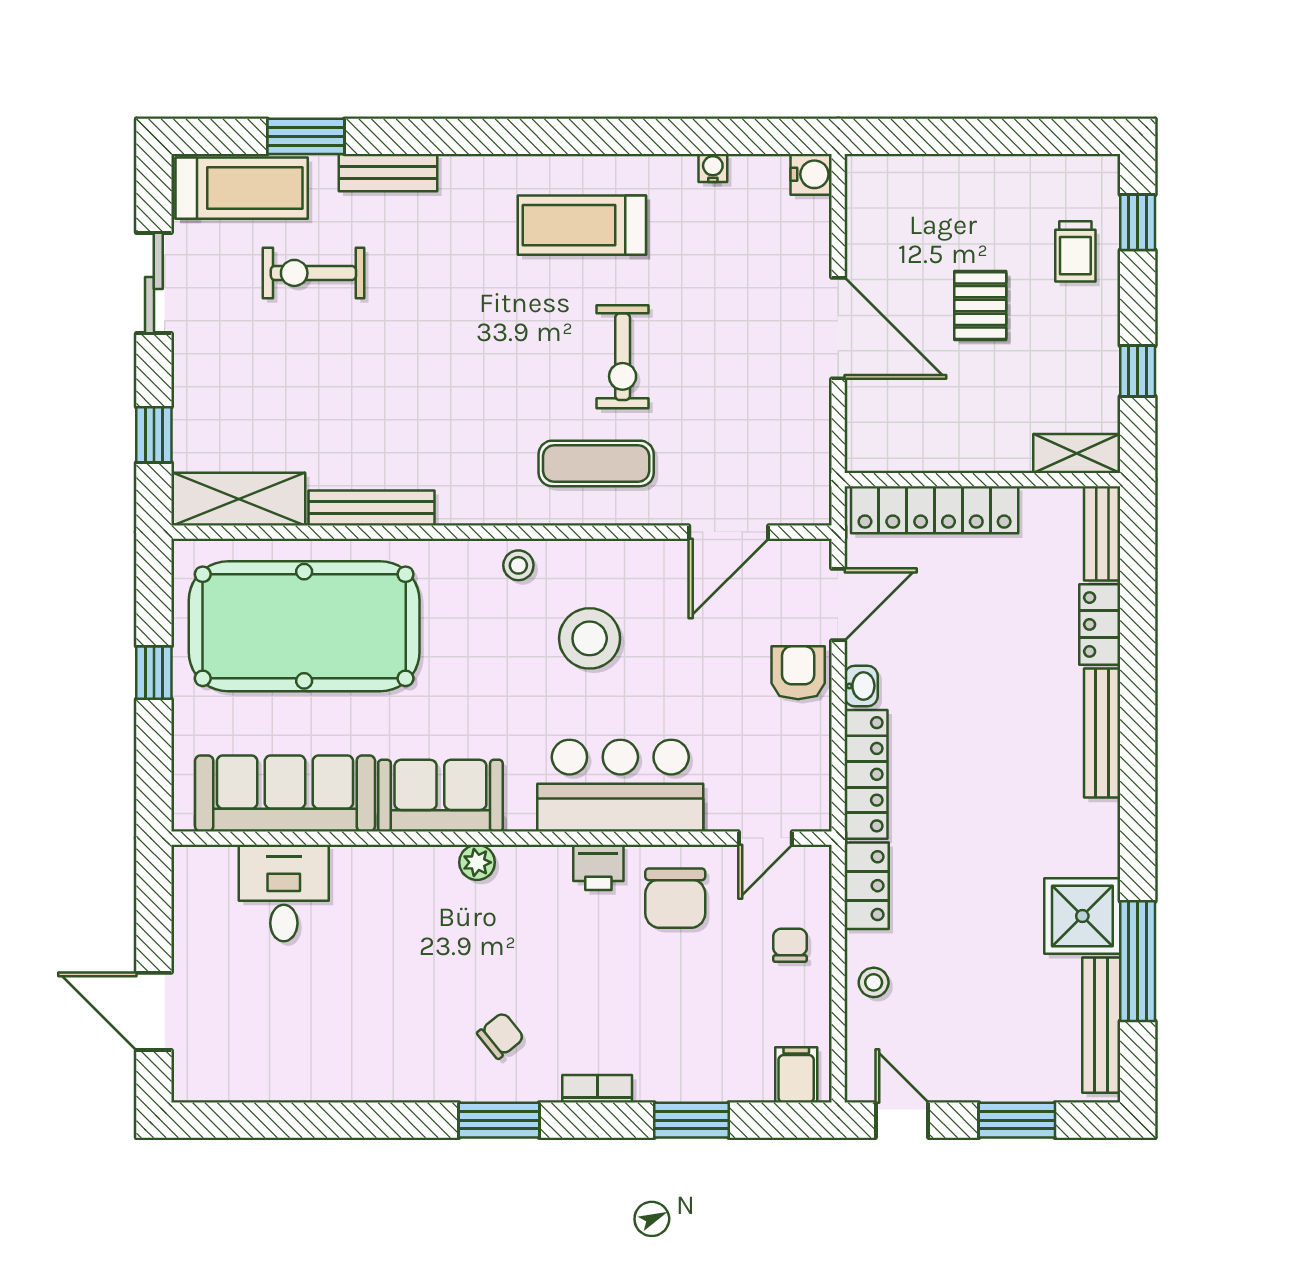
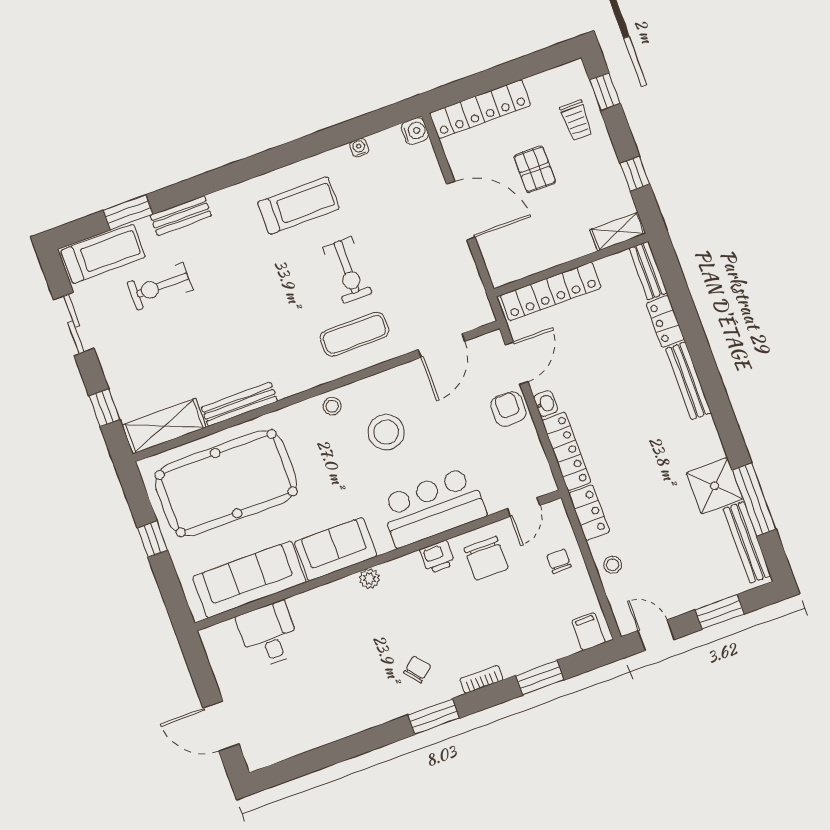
locker: (928, 177) -> (480, 109), added
treadmill: (582, 225) -> (298, 206), turned 180

